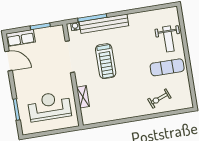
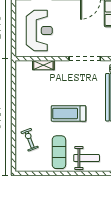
weight bench: (168, 39) -> (87, 158), turned 180
treadmill: (106, 61) -> (69, 113), moved

